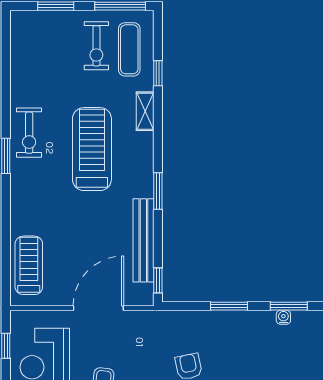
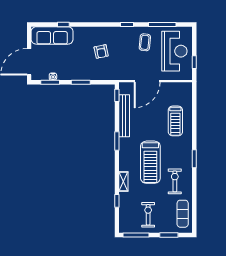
exercise mat: (129, 49) -> (183, 214), moved
exercise bike: (29, 133) -> (175, 181), moved
treadmill: (29, 265) -> (175, 121), moved

